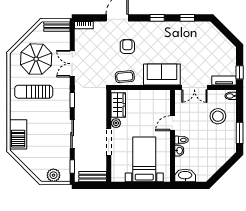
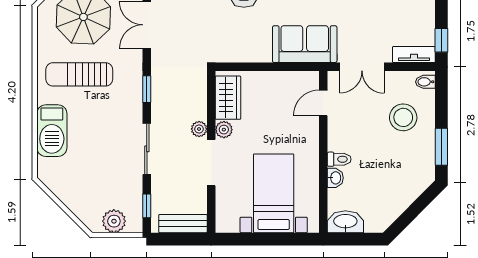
coffee table: (125, 77) -> (239, 48), removed
plant: (102, 123) -> (199, 129), added
door: (172, 123) -> (323, 103), moved
barbecue: (18, 134) -> (52, 131), moved

